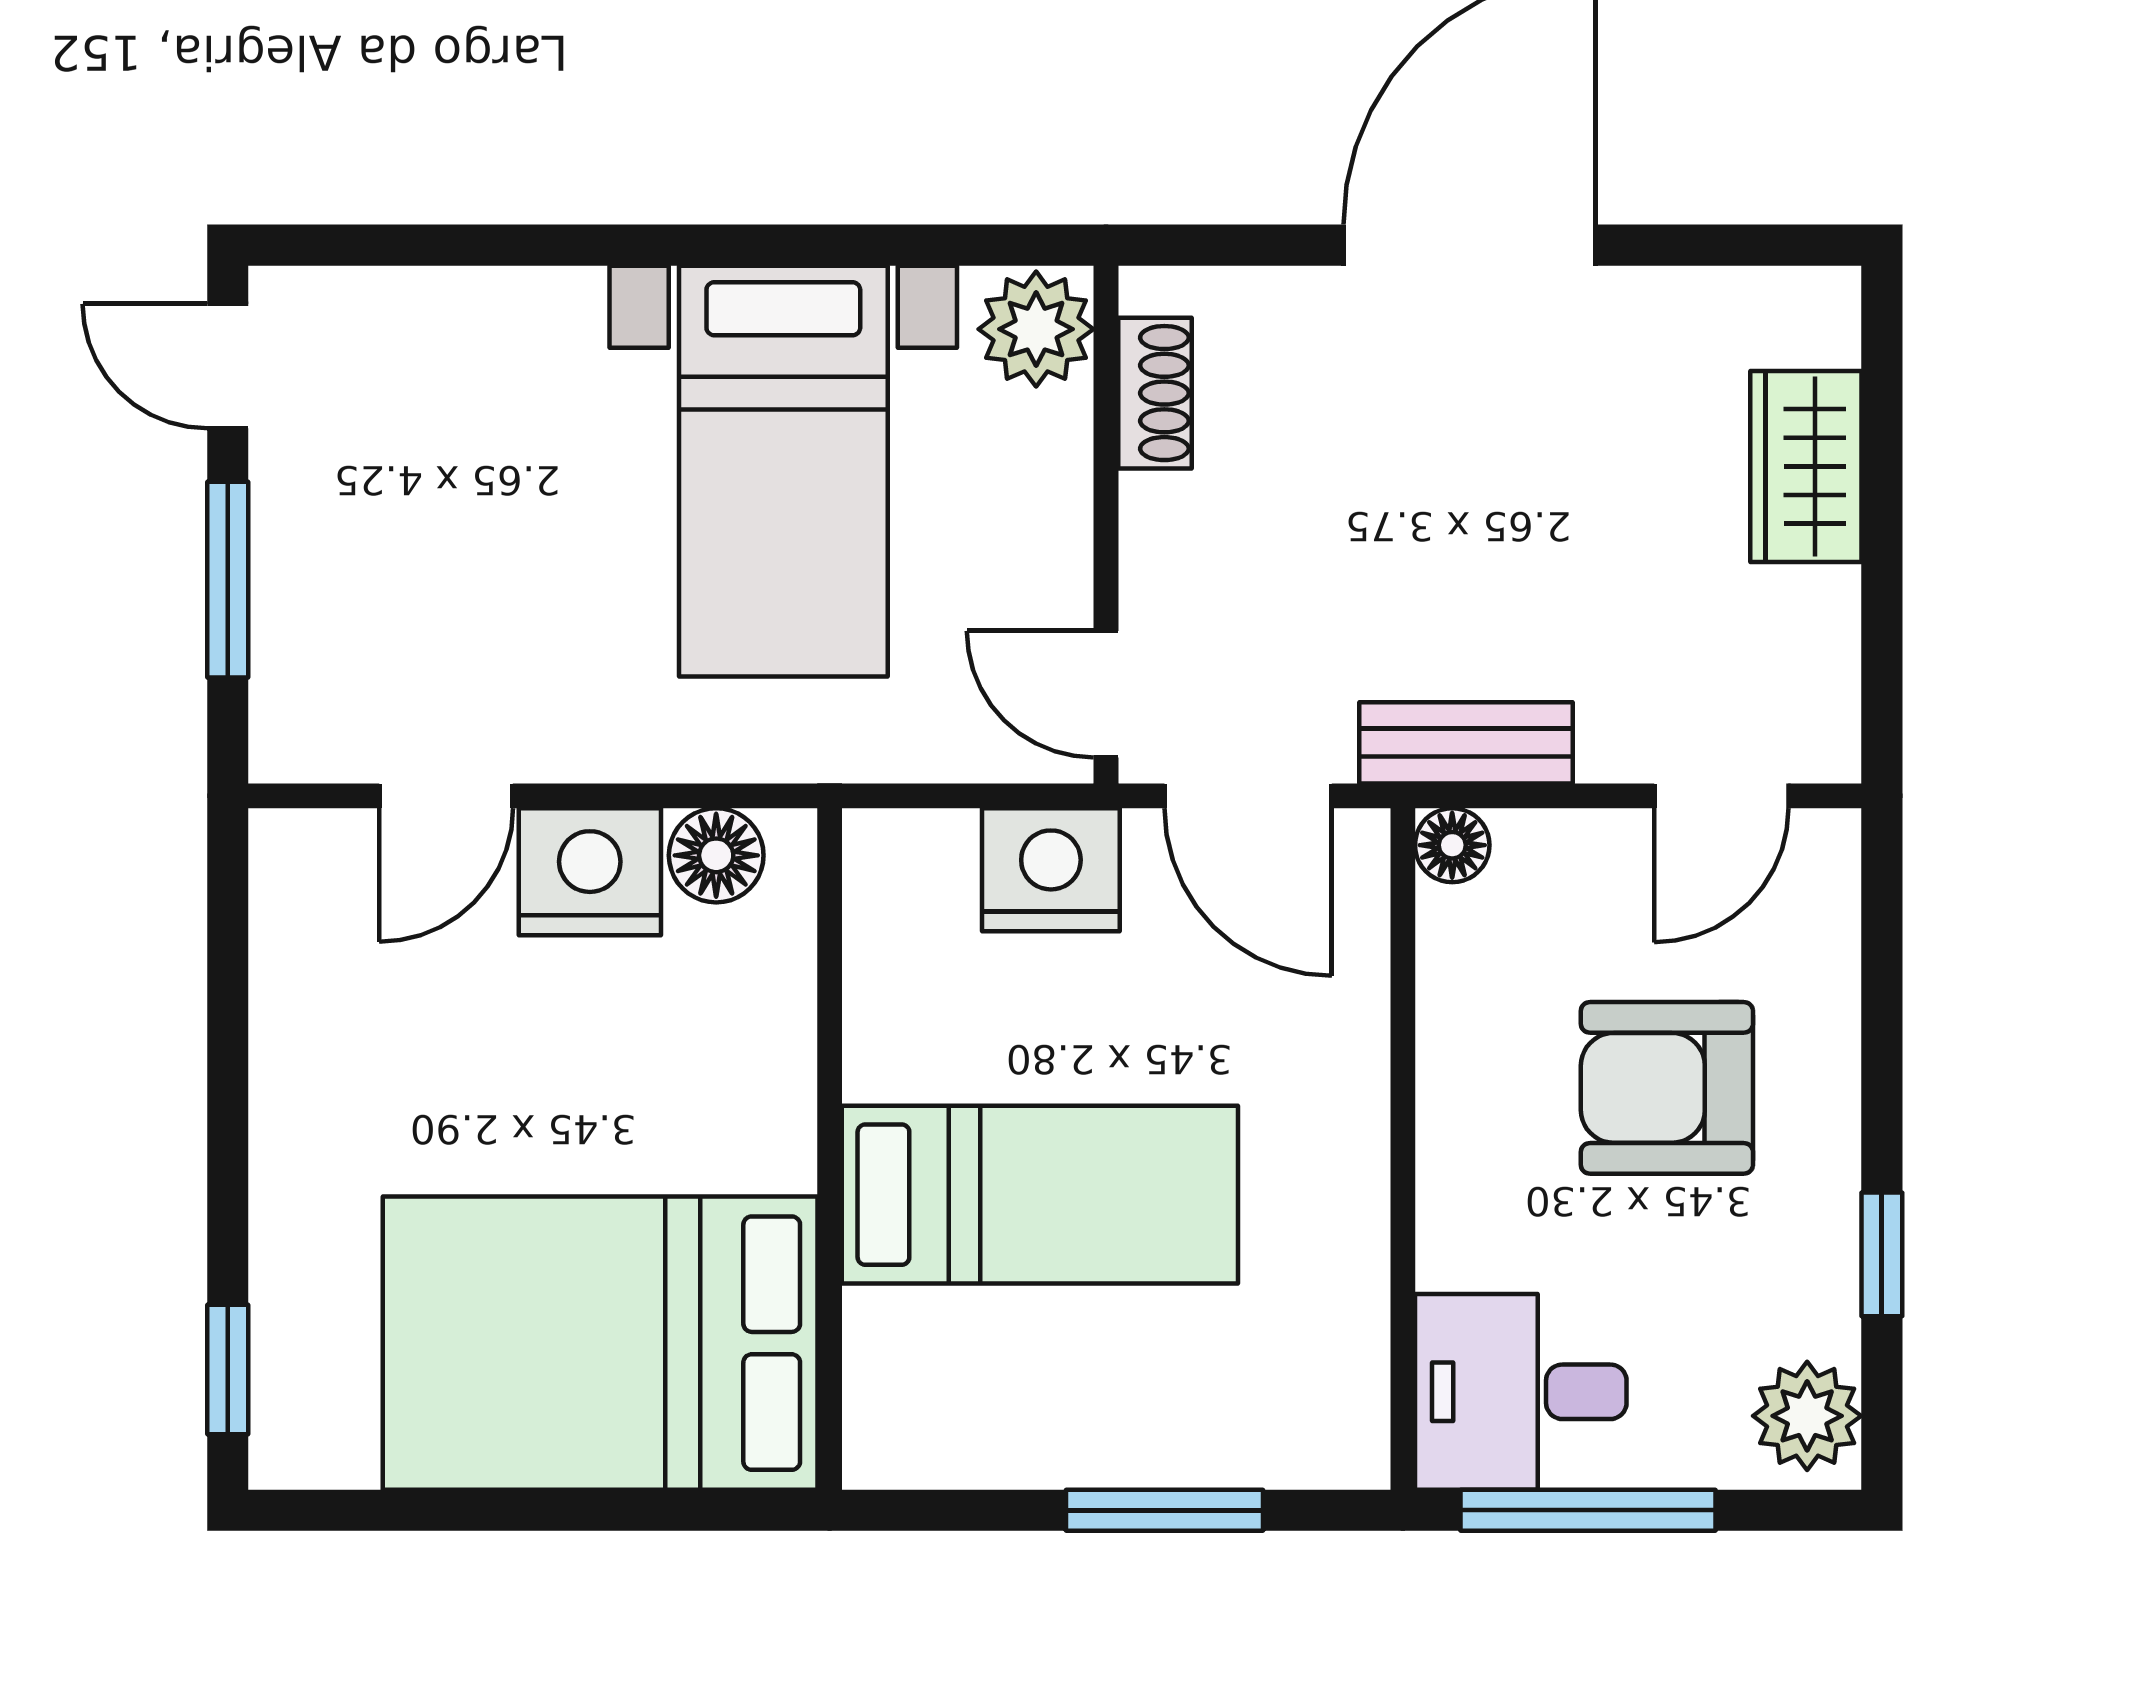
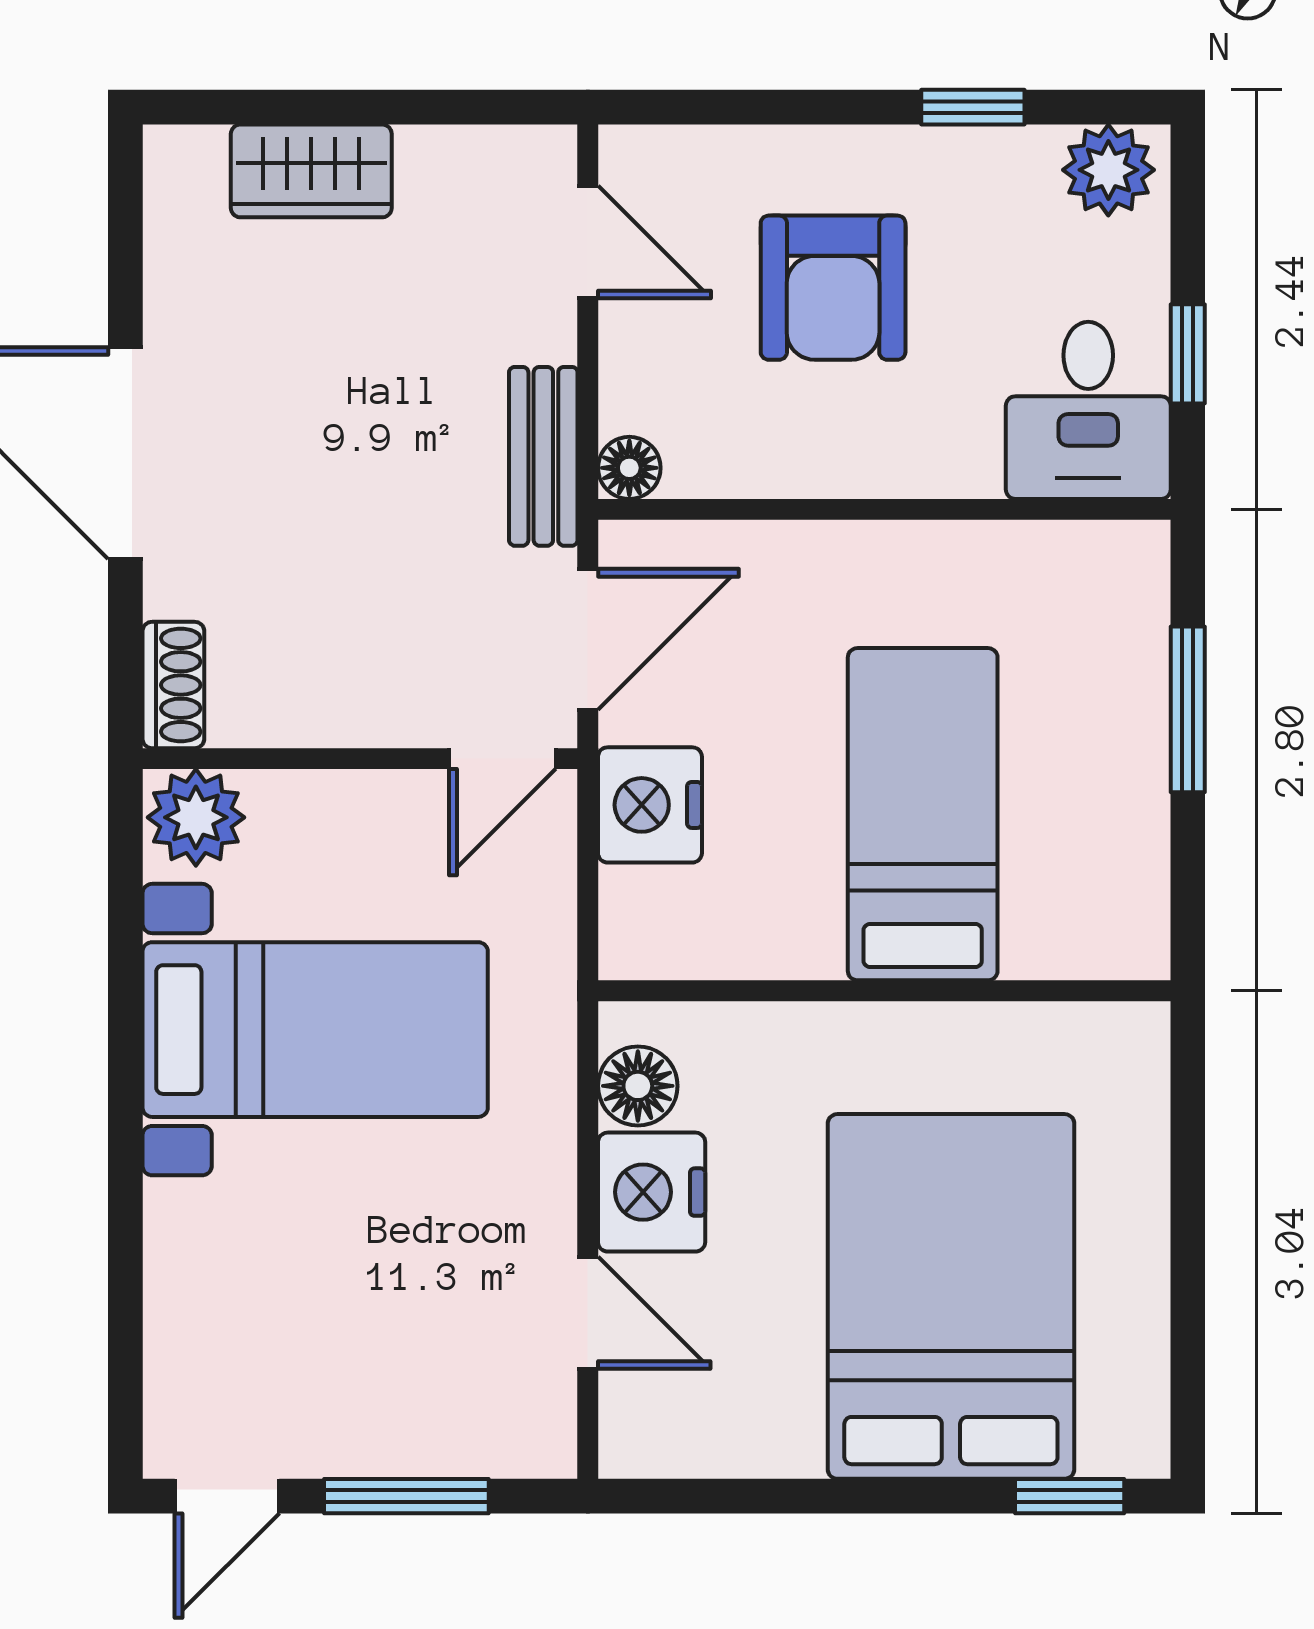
shoe rack: (1155, 393) -> (173, 685), moved, turned 90
bed: (600, 1343) -> (951, 1296), moved, turned 180
window: (1588, 1510) -> (1188, 354), width x0.46

